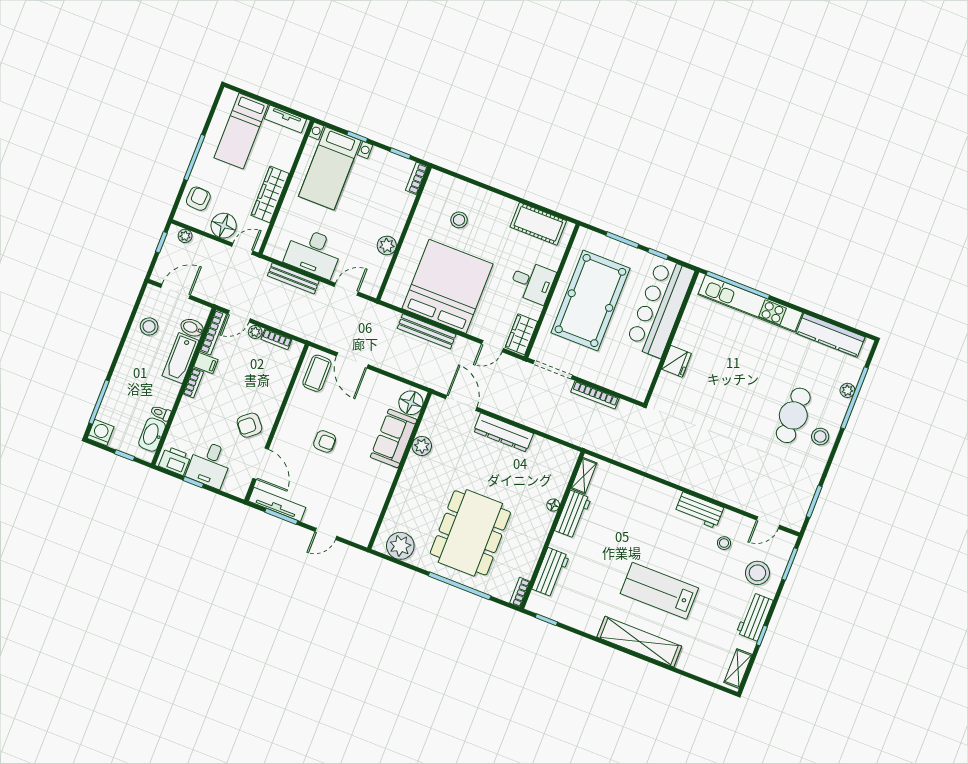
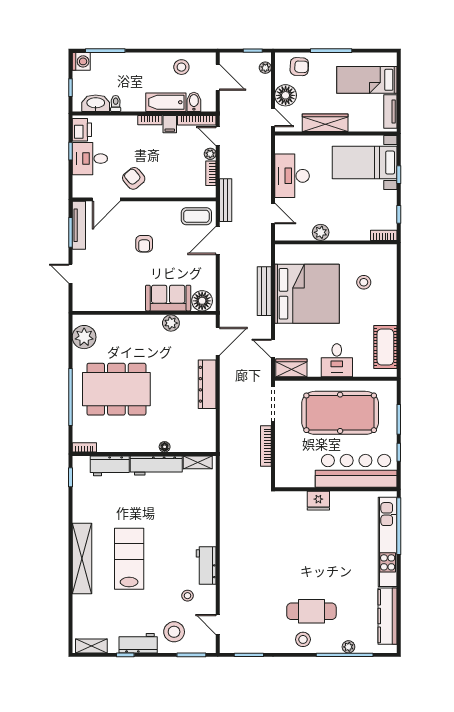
bench: (293, 278) -> (226, 200), moved
workbench: (573, 514) -> (156, 466), width x1.38

